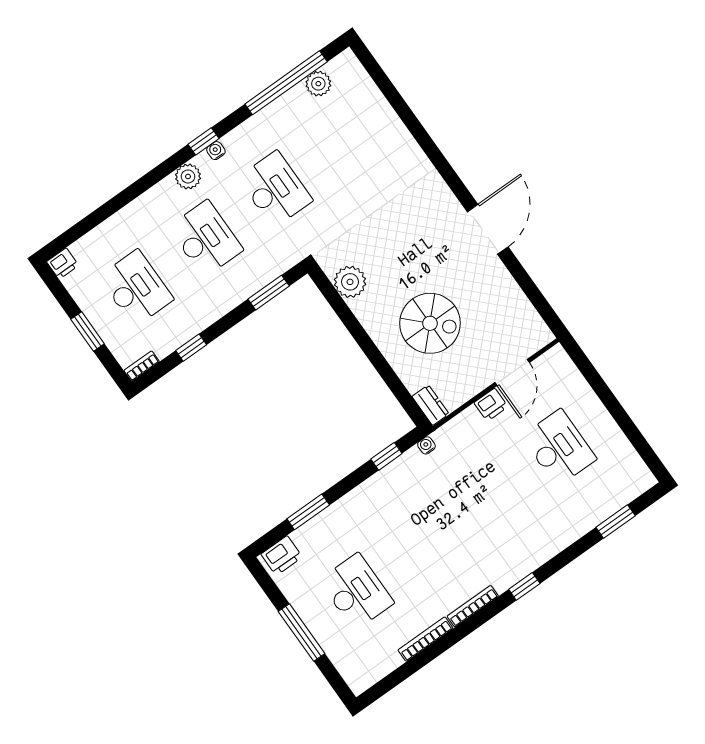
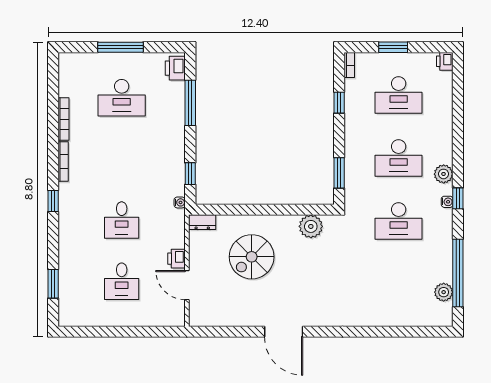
desk: (559, 448) -> (122, 281), width x0.73
desk: (491, 496) -> (122, 220), added
window: (308, 512) -> (190, 103), width x1.44

